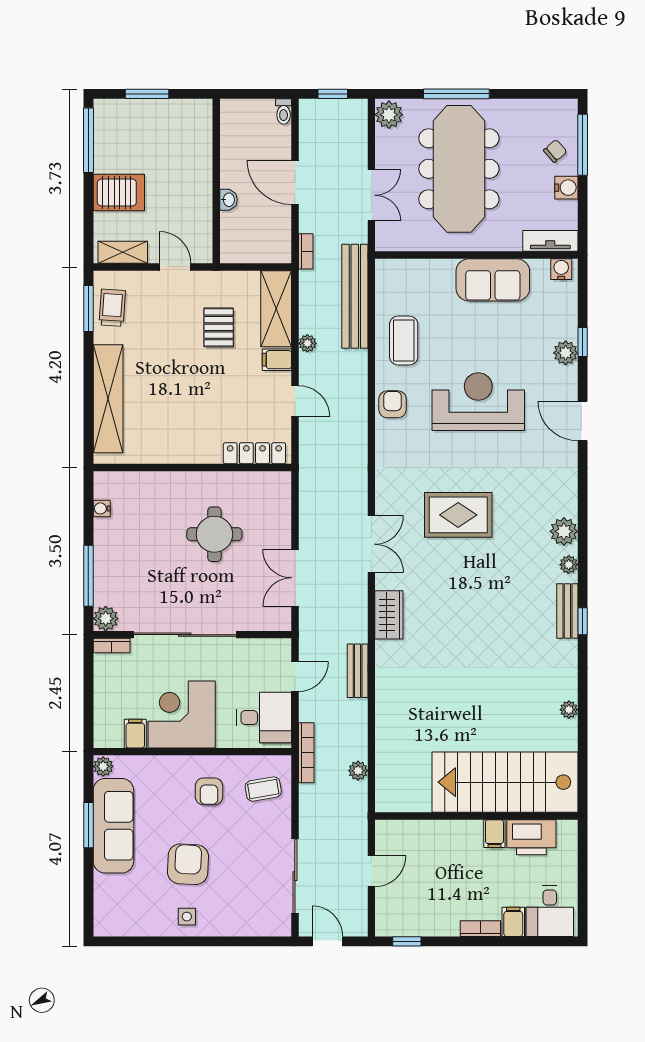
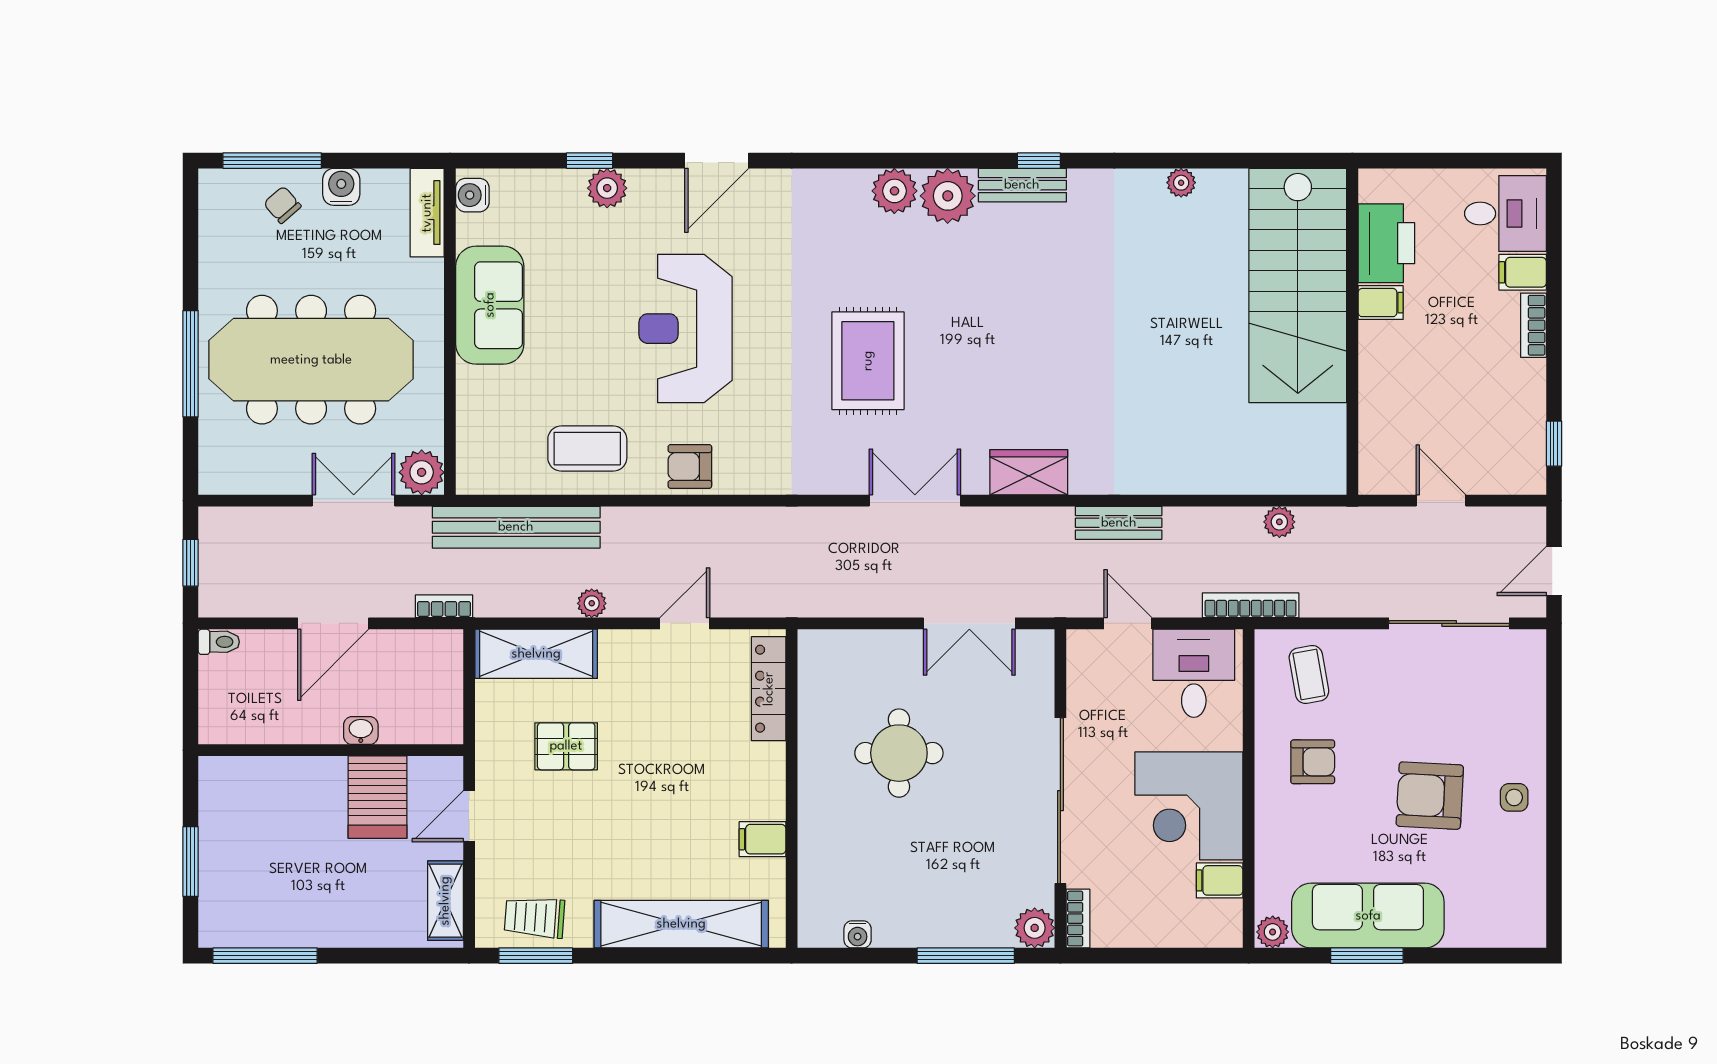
plant: (389, 115) -> (422, 472), moved
server rack: (119, 192) -> (378, 797), moved, turned 180
filing cabinet: (277, 360) -> (762, 839), moved, turned 90
plant: (569, 565) -> (948, 196), width x1.88, depth x1.88

